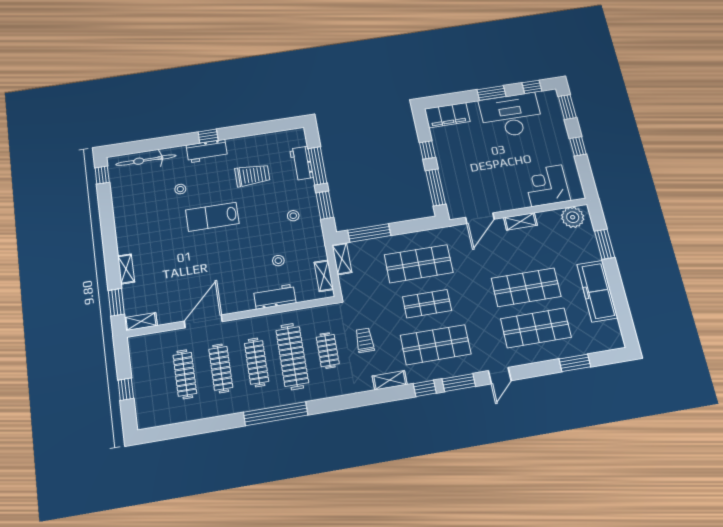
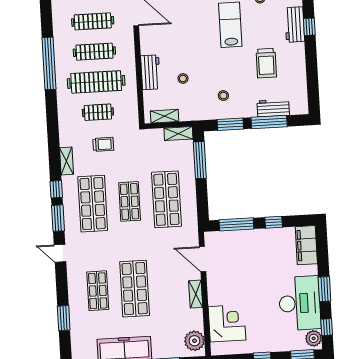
plant: (546, 98) -> (314, 338), added
shop shelf: (536, 328) -> (98, 291), width x0.70, depth x0.74

